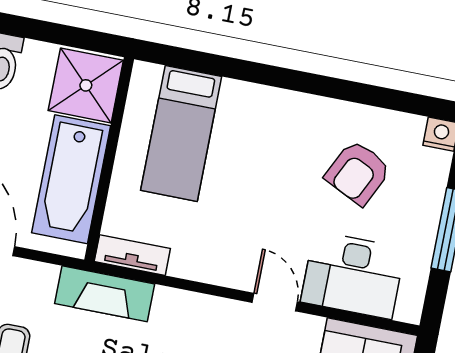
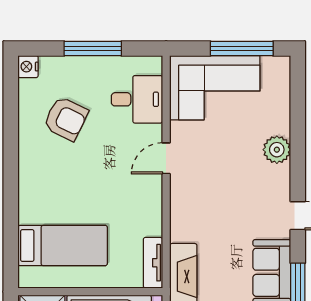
desk: (353, 275) -> (137, 99), width x0.73

